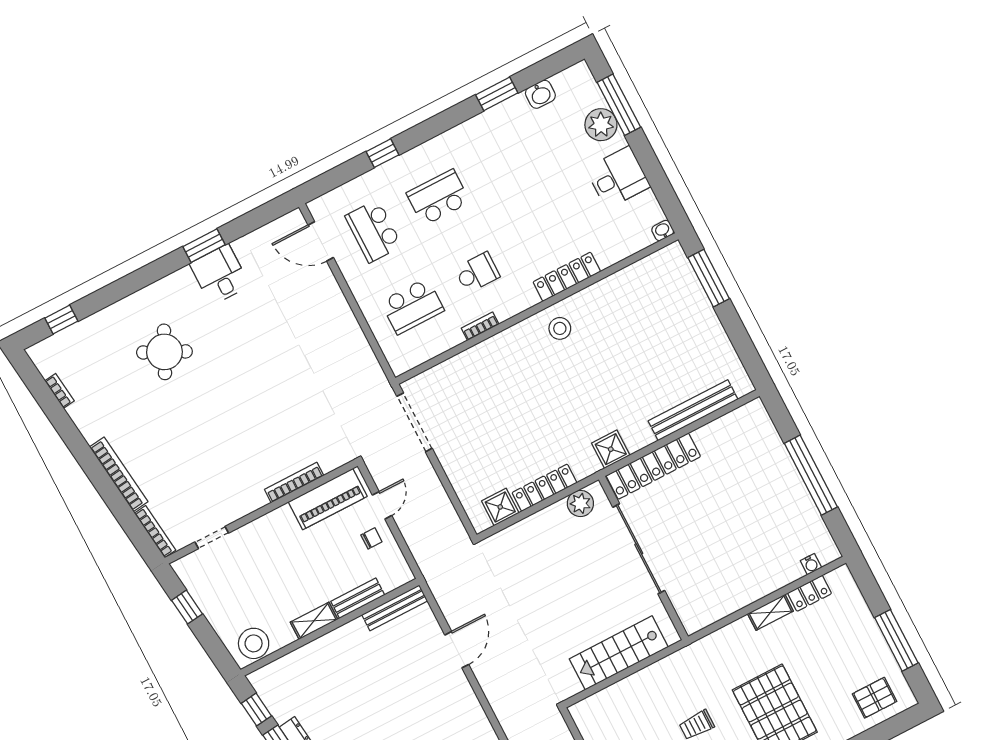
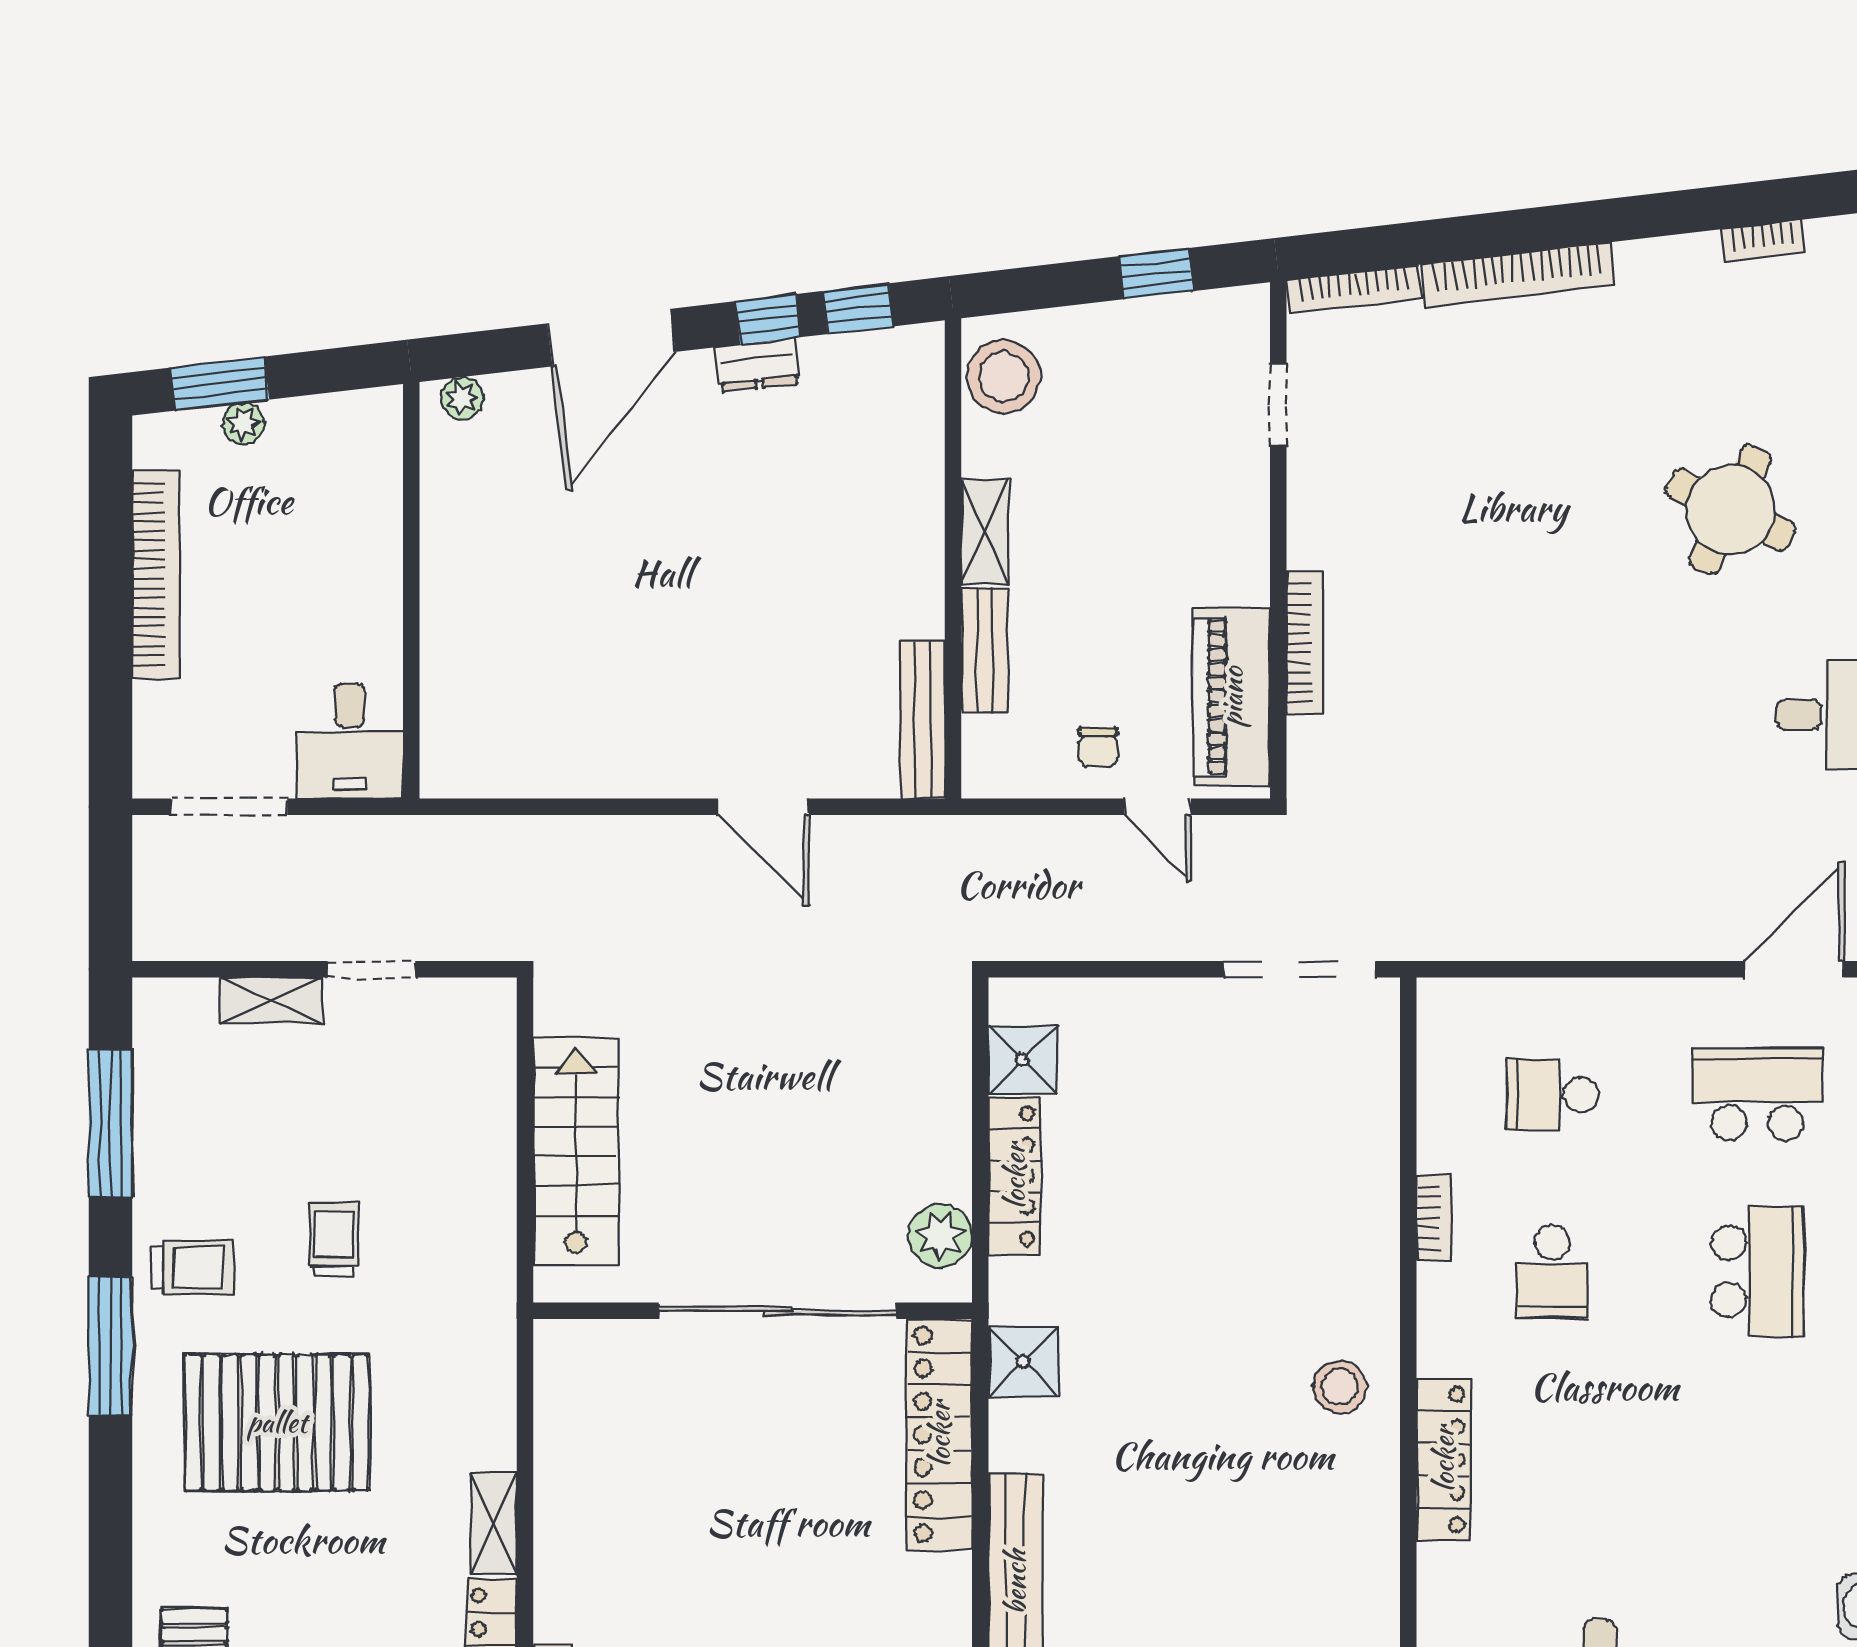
school desk: (412, 306) -> (1552, 1094), width x0.54

